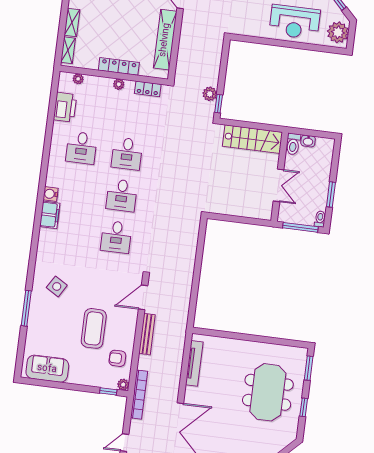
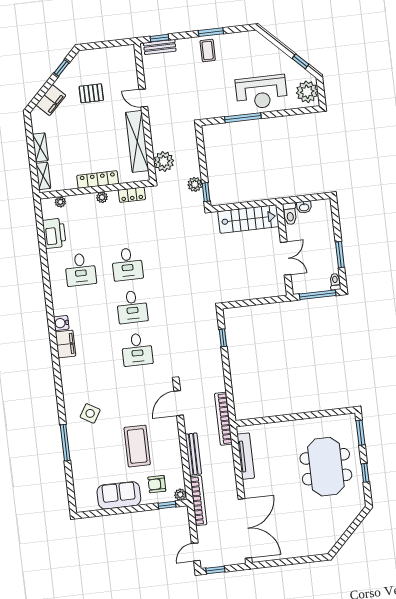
window: (271, 42) -> (243, 118), added
plant: (186, 65) -> (164, 161), added
window: (200, 246) -> (223, 338), added
bookcase: (182, 323) -> (223, 419), added
bench: (147, 334) -> (193, 454), moved
armchair: (117, 358) -> (157, 484), moved
sofa: (47, 369) -> (119, 495), moved

